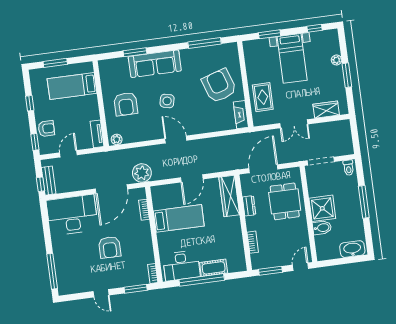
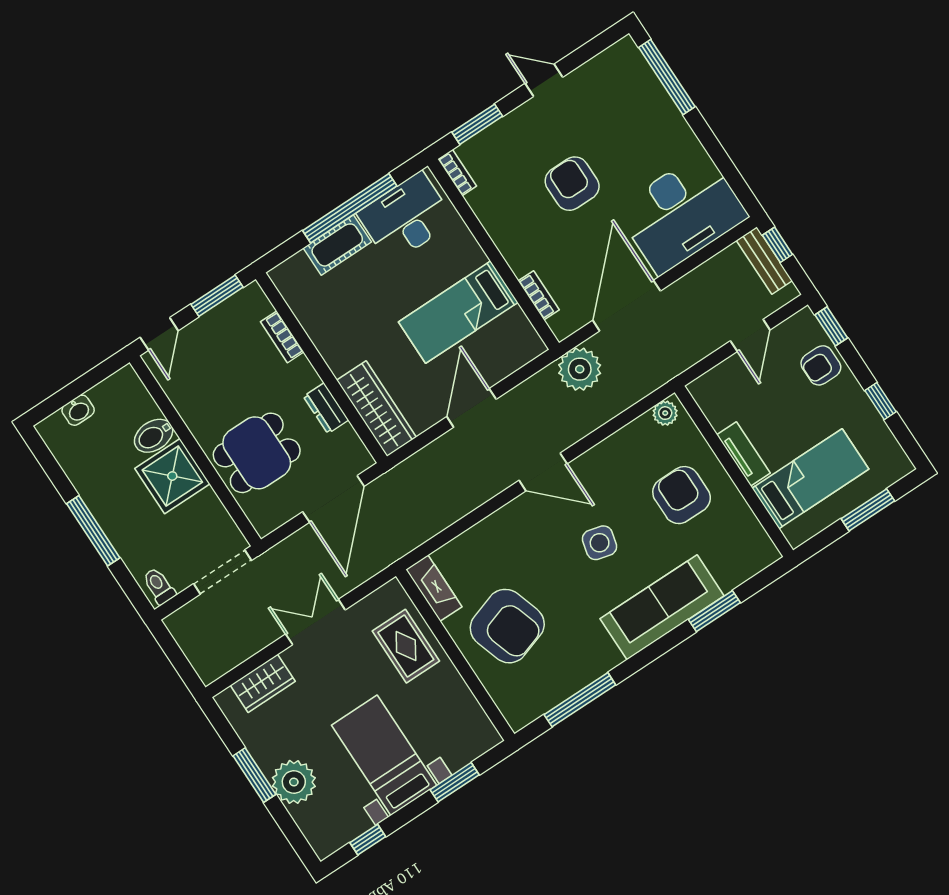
plant: (337, 60) -> (294, 782), width x1.87, depth x1.87
tv unit: (97, 134) -> (743, 454), moved
dining table: (285, 201) -> (257, 453), turned 90
washbasin: (352, 249) -> (78, 410), width x0.52, depth x0.69

